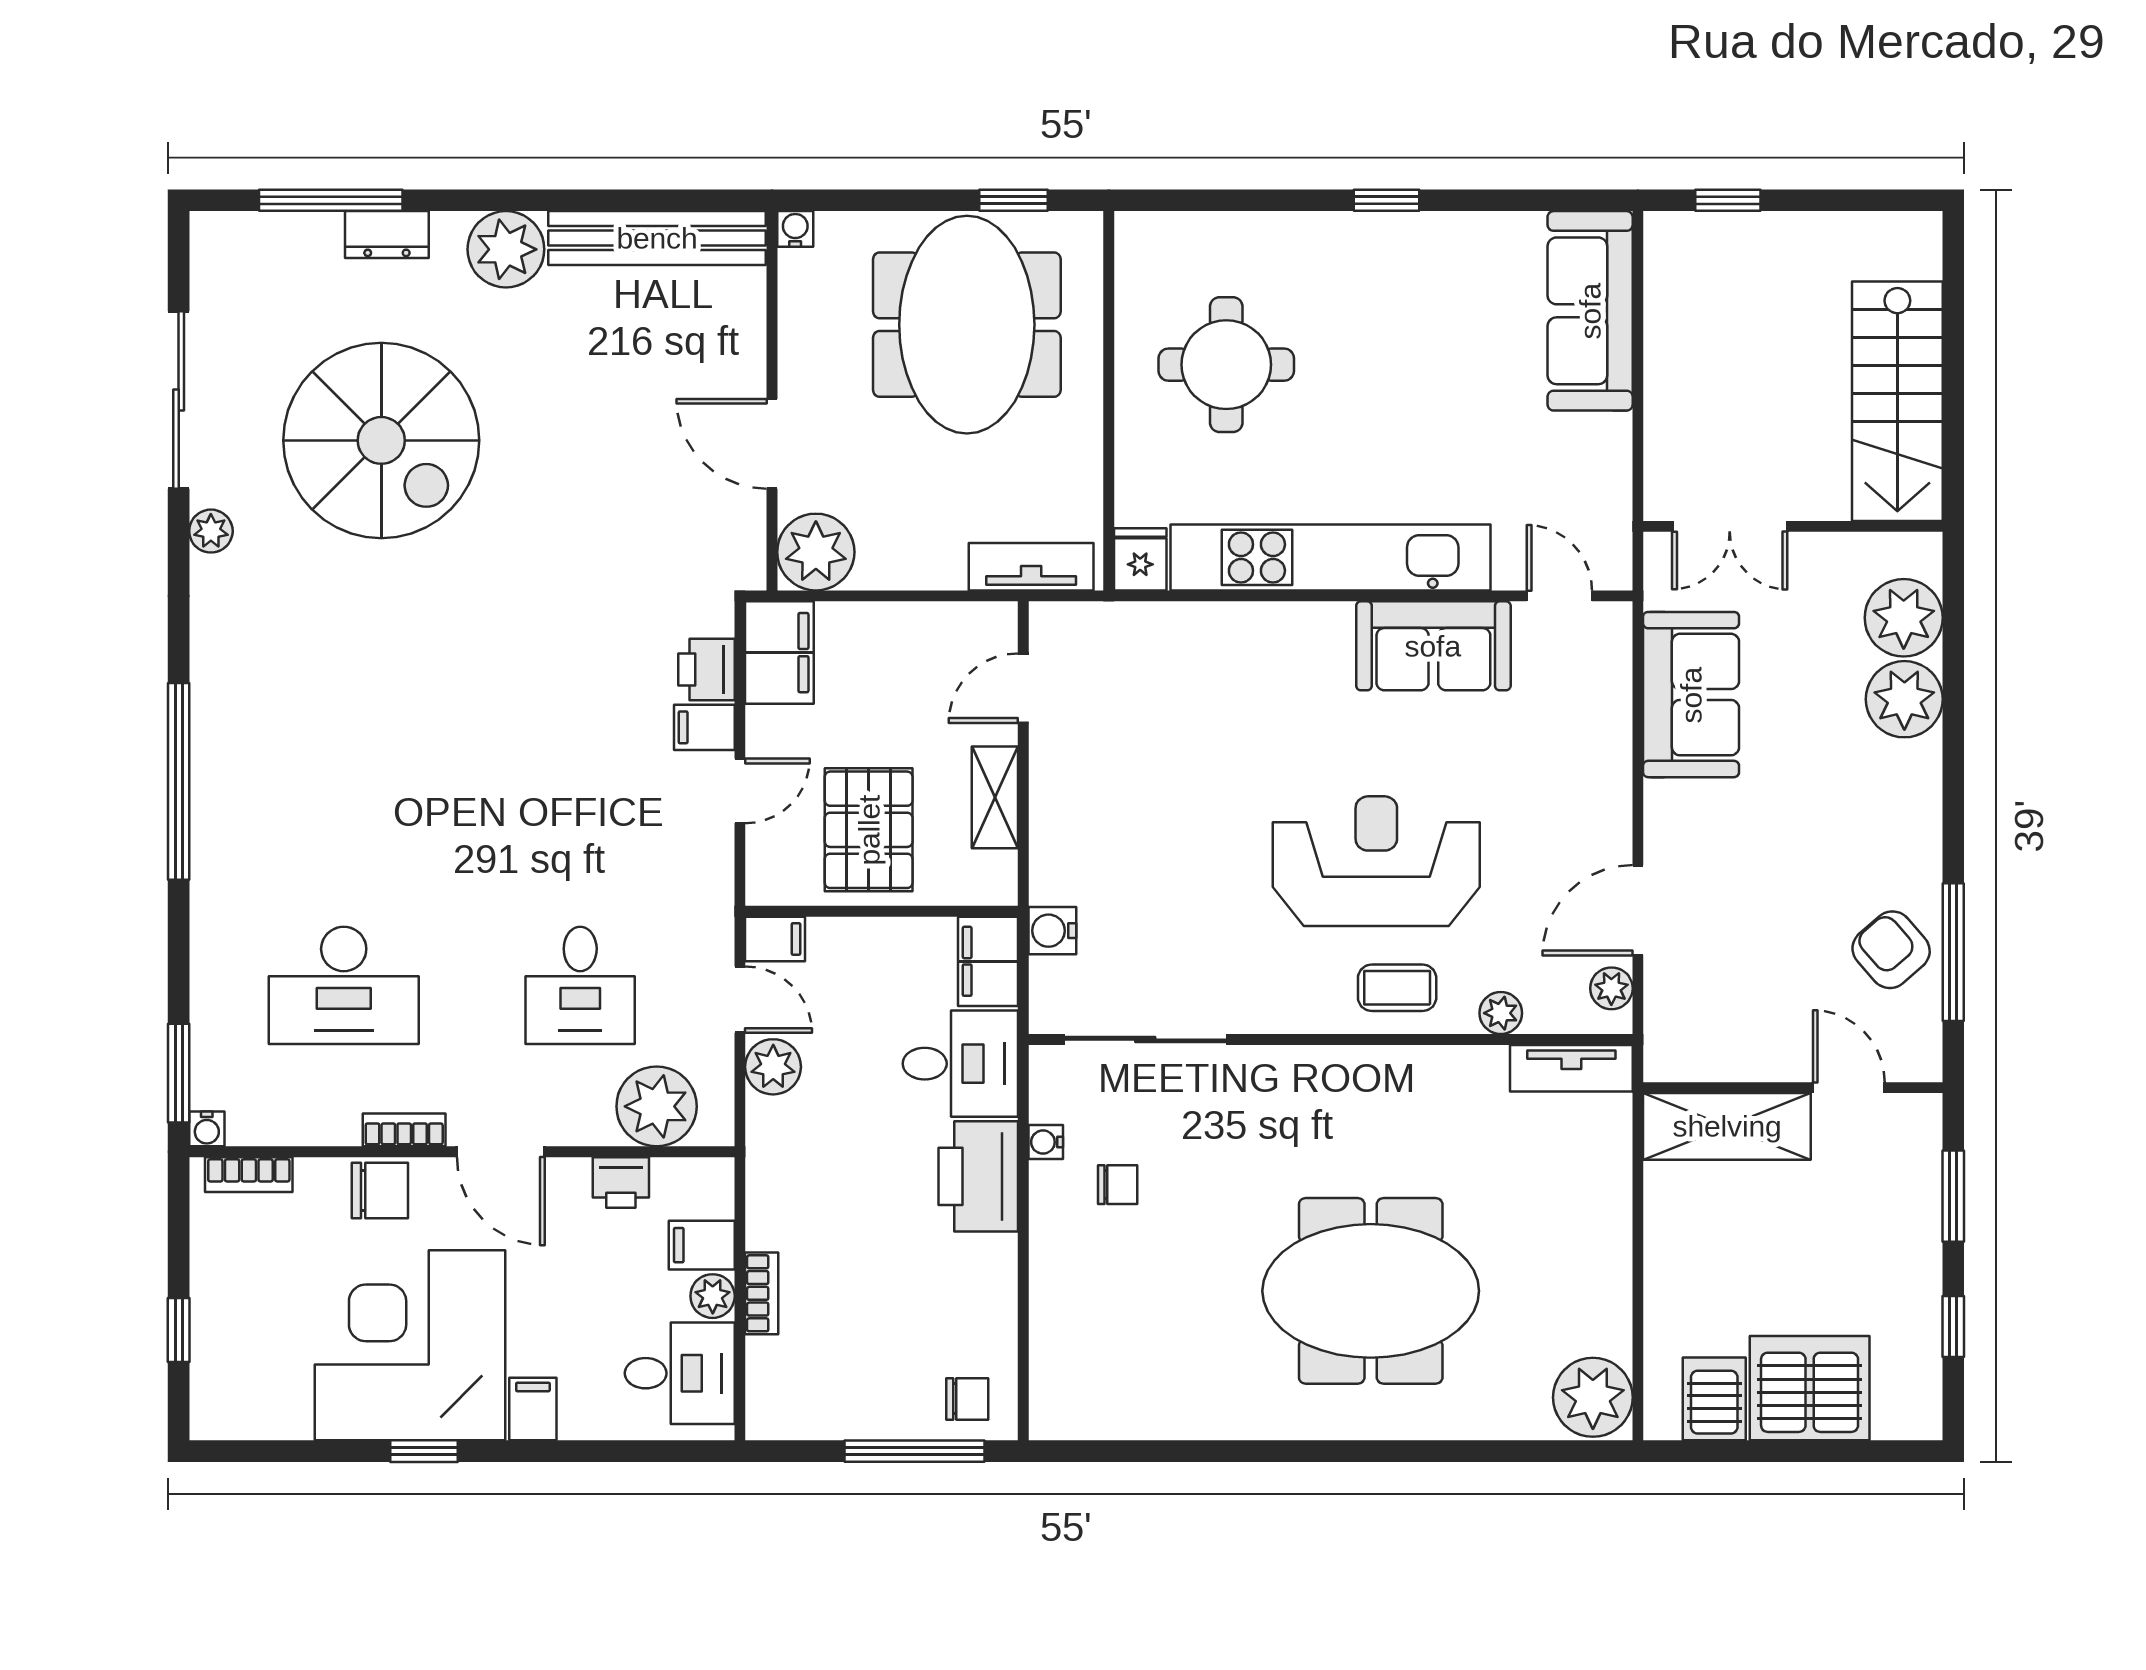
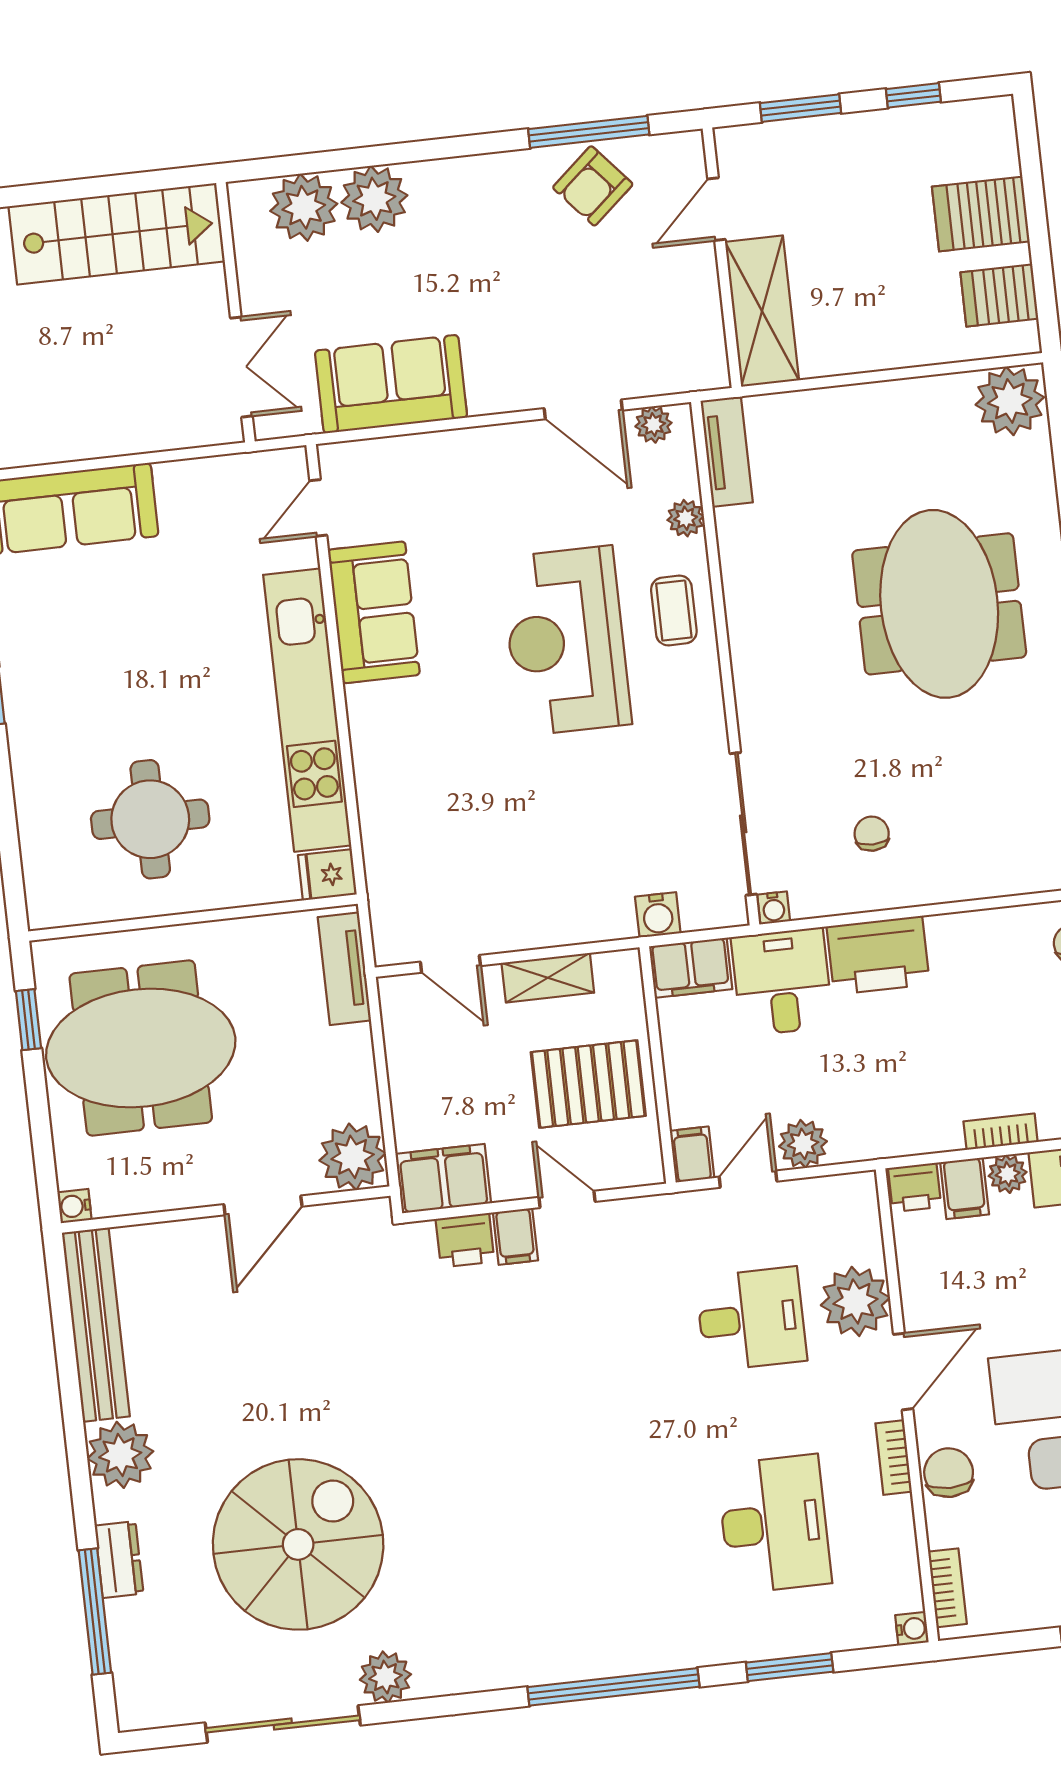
plant: (211, 531) -> (385, 1677), width x1.38, depth x1.38
window: (179, 1073) -> (790, 1667), moved
plant: (657, 1106) -> (855, 1301), moved
water cooler: (1046, 1142) -> (774, 908), moved
printer: (621, 1182) -> (915, 1187), moved, turned 90
server rack: (1810, 1388) -> (981, 214), width x0.62

